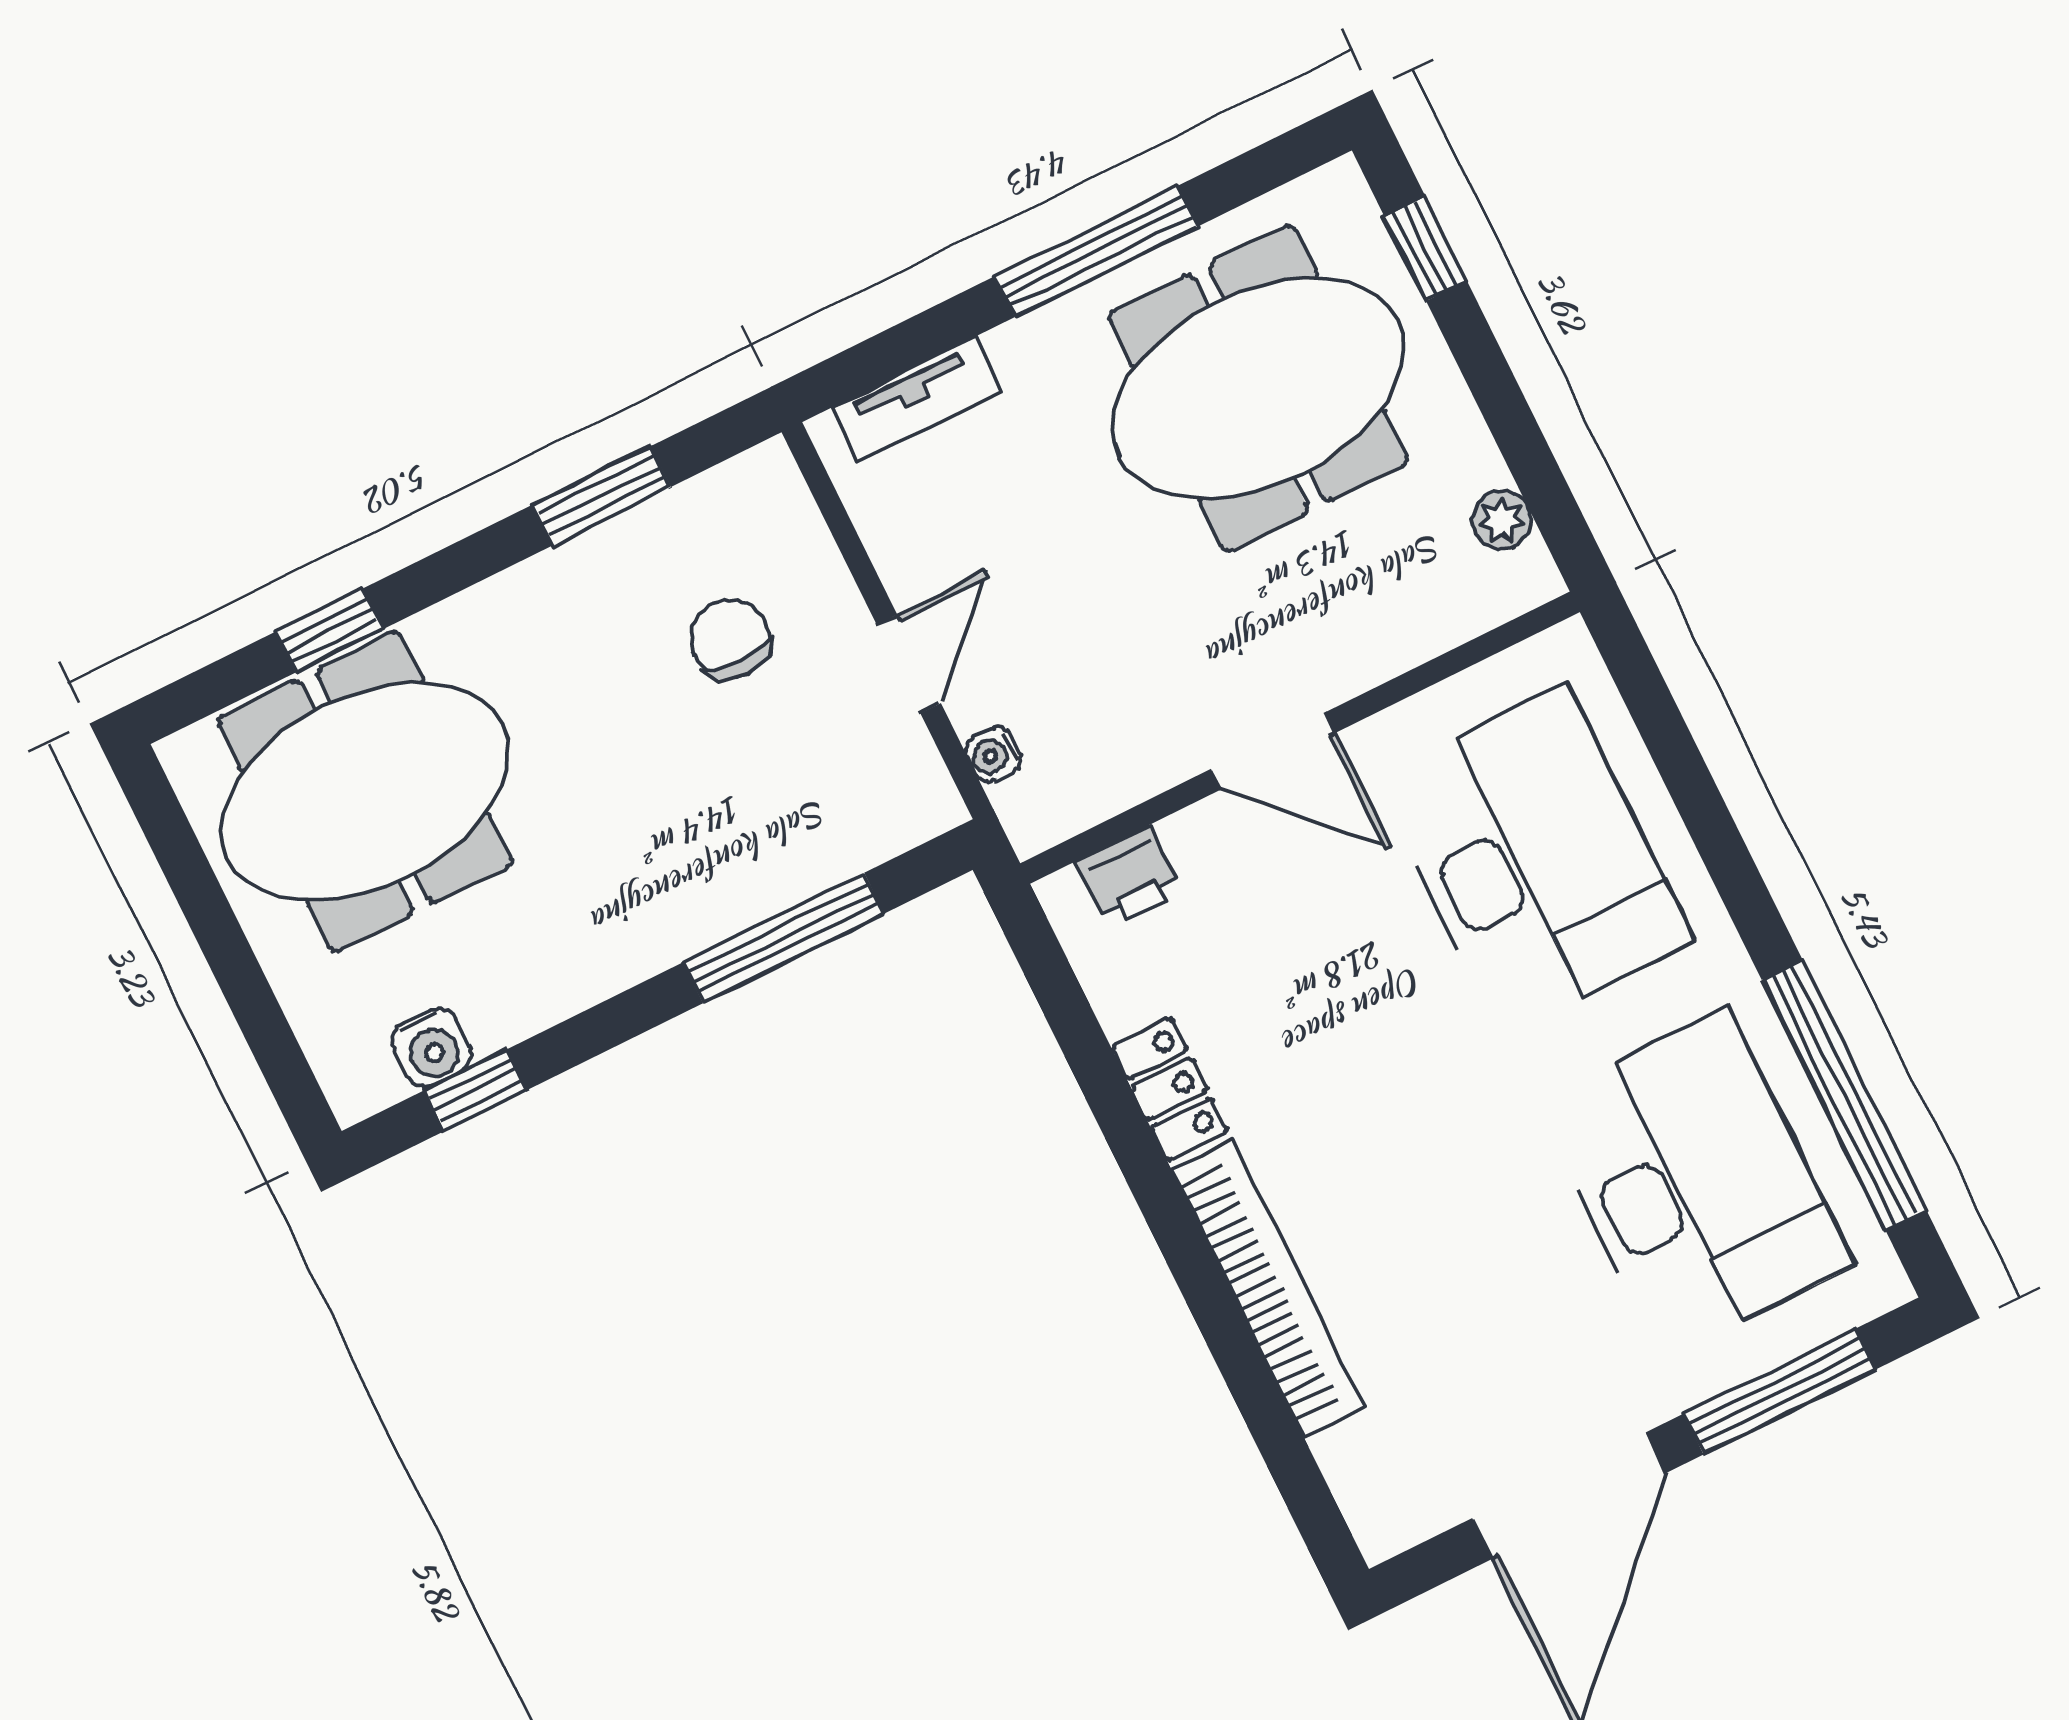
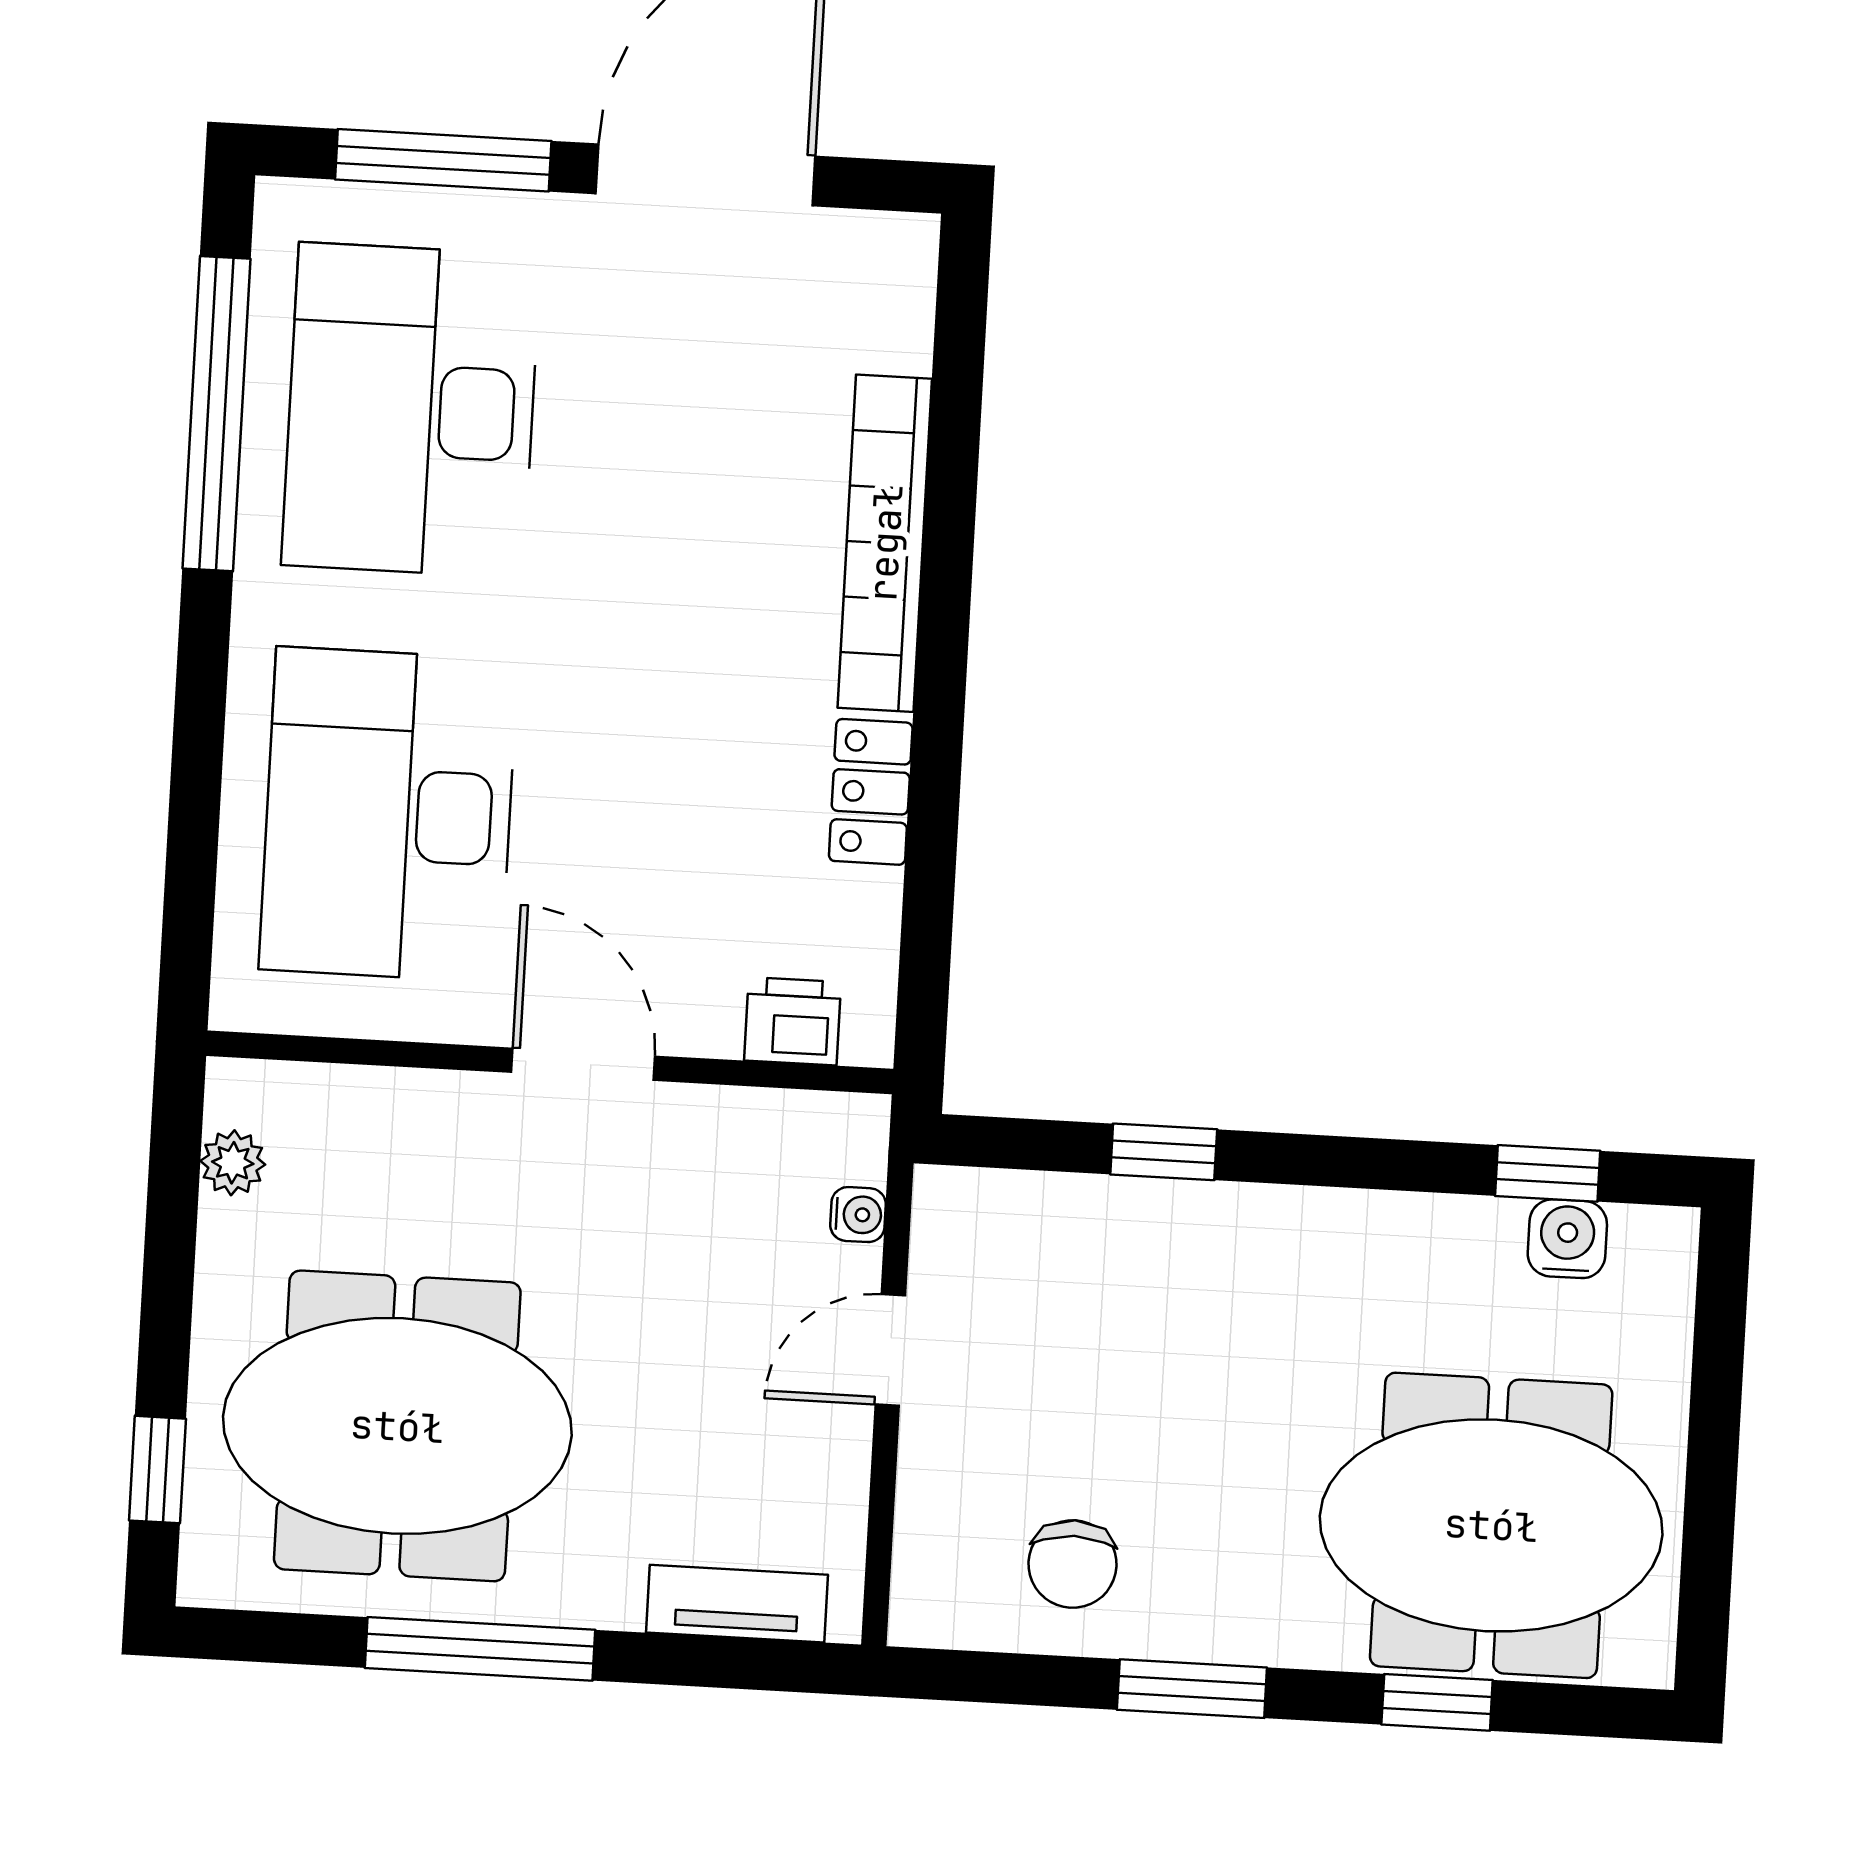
window: (602, 496) -> (1192, 1689), moved
chair: (730, 639) -> (1073, 1564), moved
window: (784, 938) -> (1164, 1152), width x0.46

